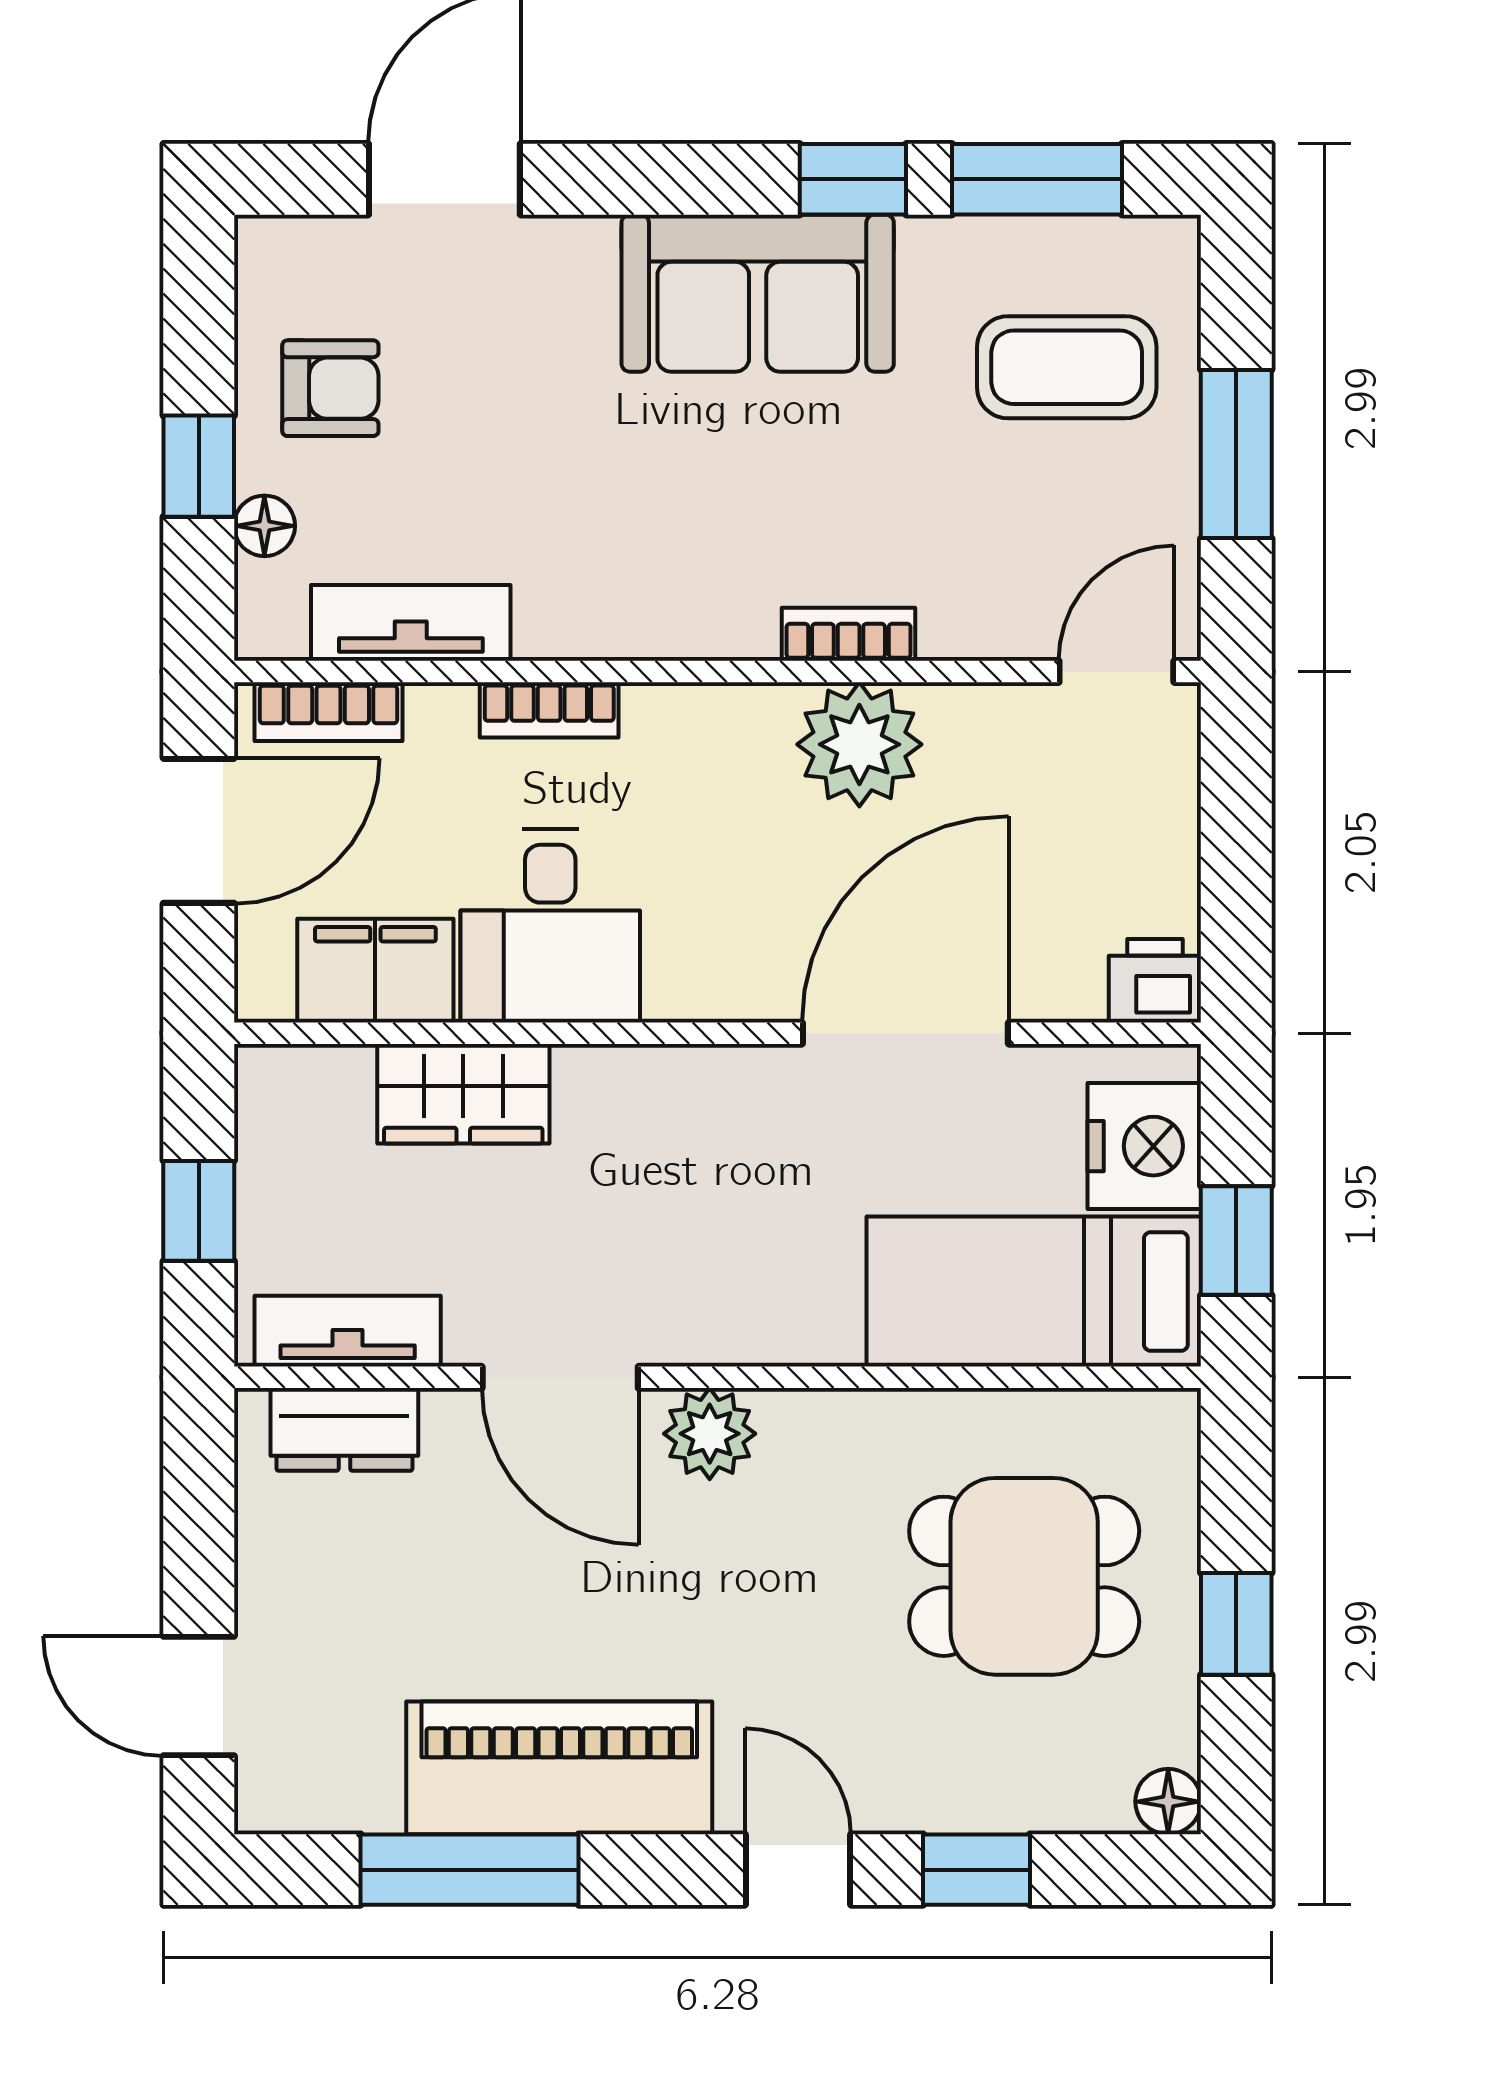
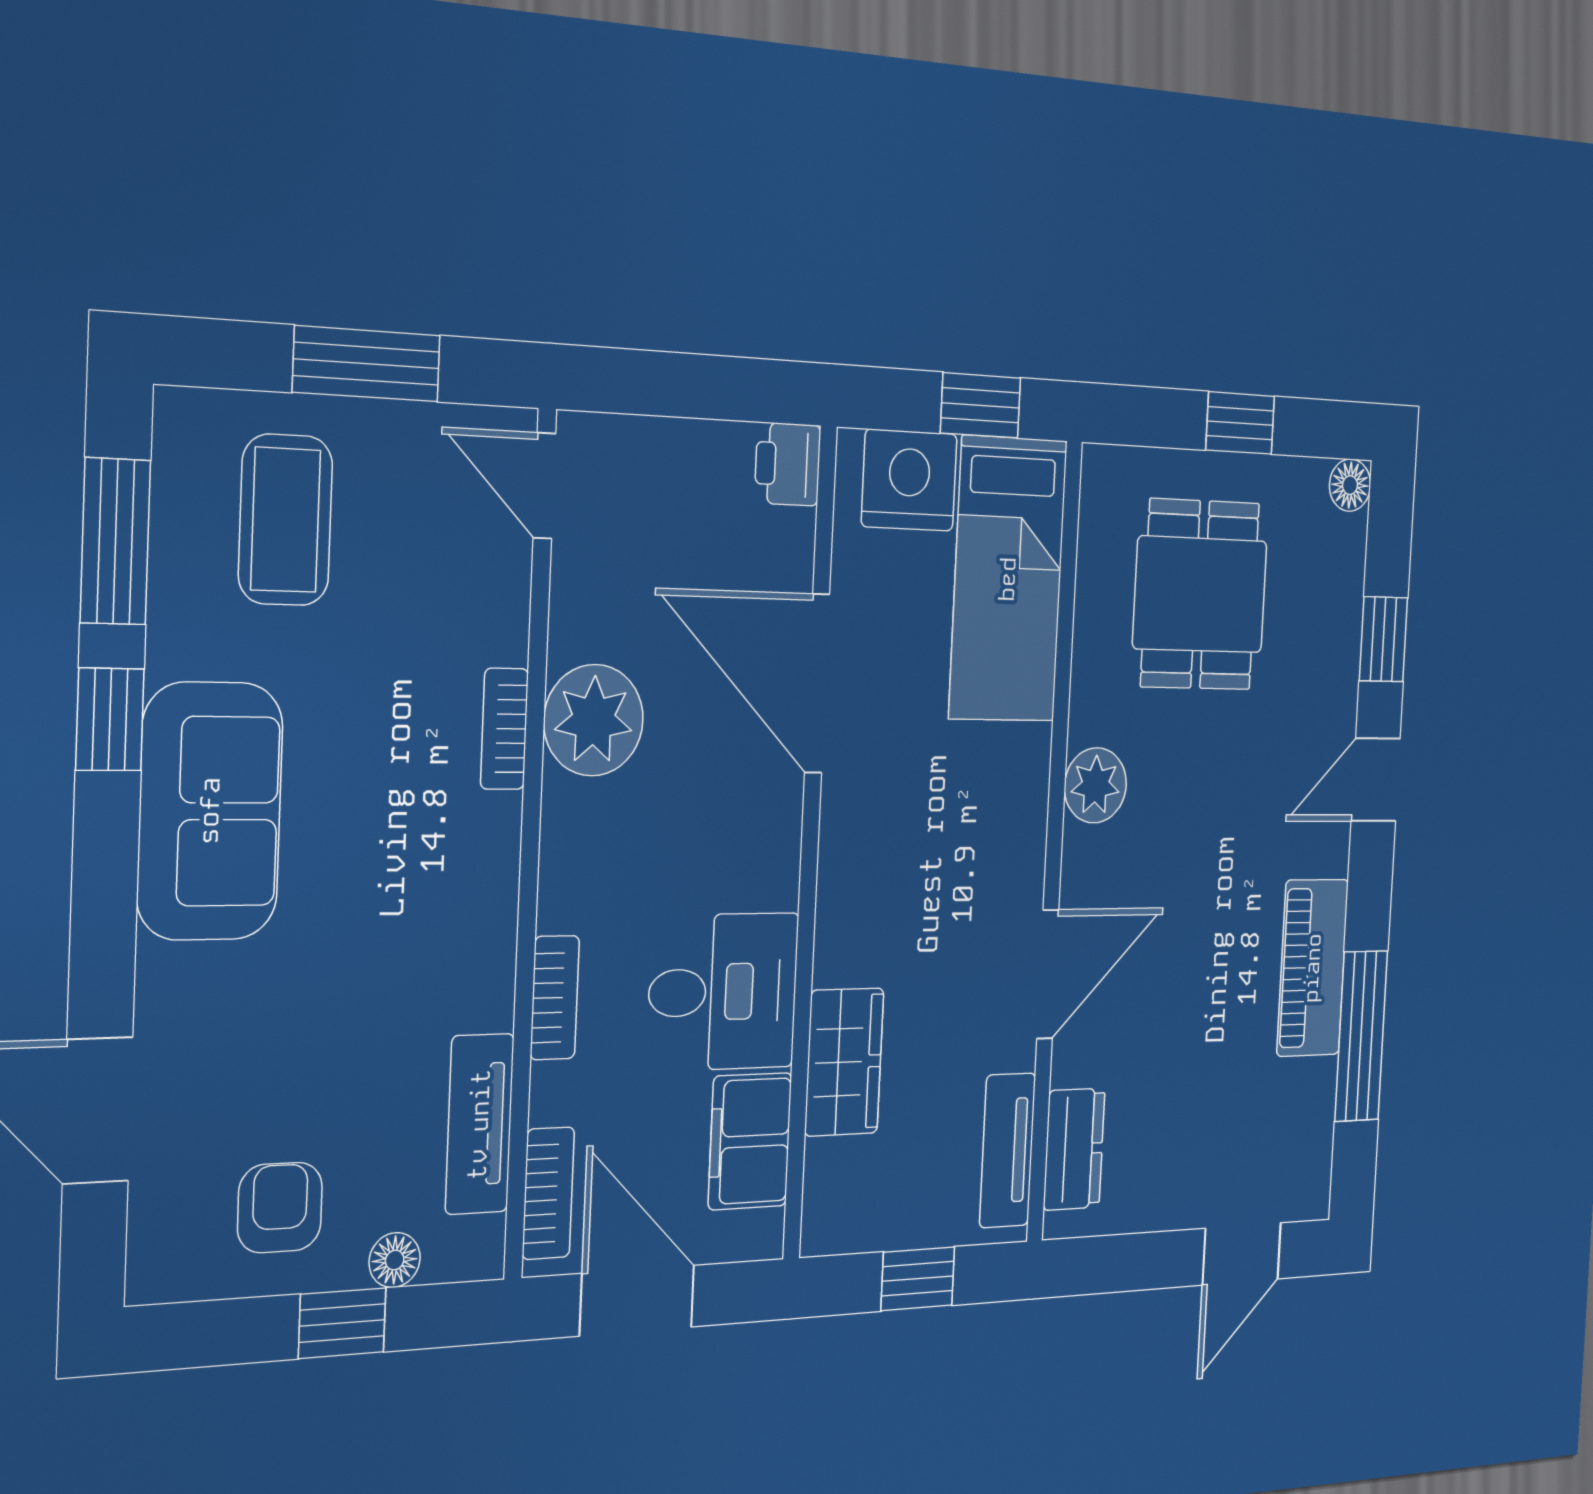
plant: (710, 1434) -> (1095, 785), moved
piano: (559, 1768) -> (1313, 968), width x0.73, depth x0.75

